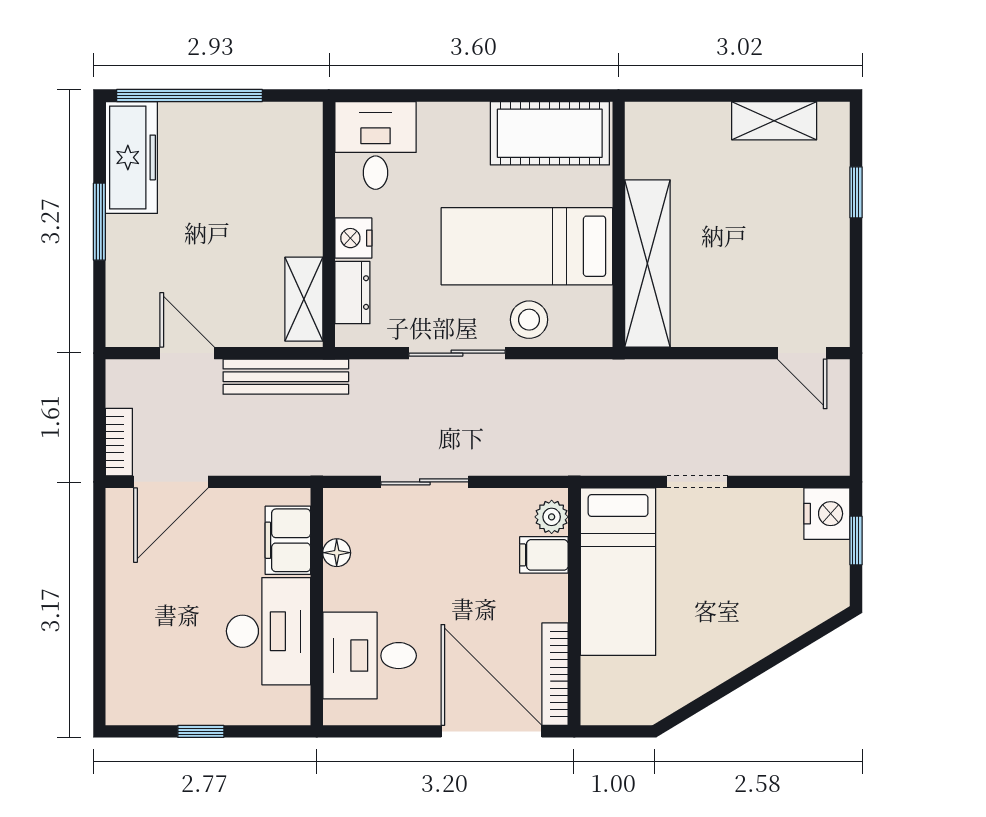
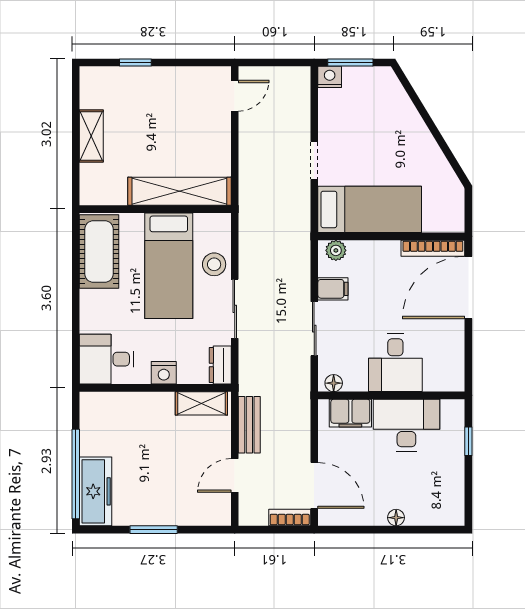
shelving: (774, 121) -> (91, 136), moved
freezer: (131, 157) -> (95, 491), moved, turned 90
dresser: (352, 293) -> (220, 365), moved, turned -90
bench: (286, 377) -> (249, 425), width x0.73
nightstand: (827, 514) -> (330, 77), width x0.74, depth x0.75
window: (856, 540) -> (350, 62), width x1.50
floor lamp: (337, 553) -> (334, 383), moved
filing cabinet: (544, 555) -> (333, 289), moved, turned -90
floor lamp: (119, 614) -> (396, 518), added
desk: (370, 656) -> (395, 363), moved
window: (201, 731) -> (468, 441), moved

